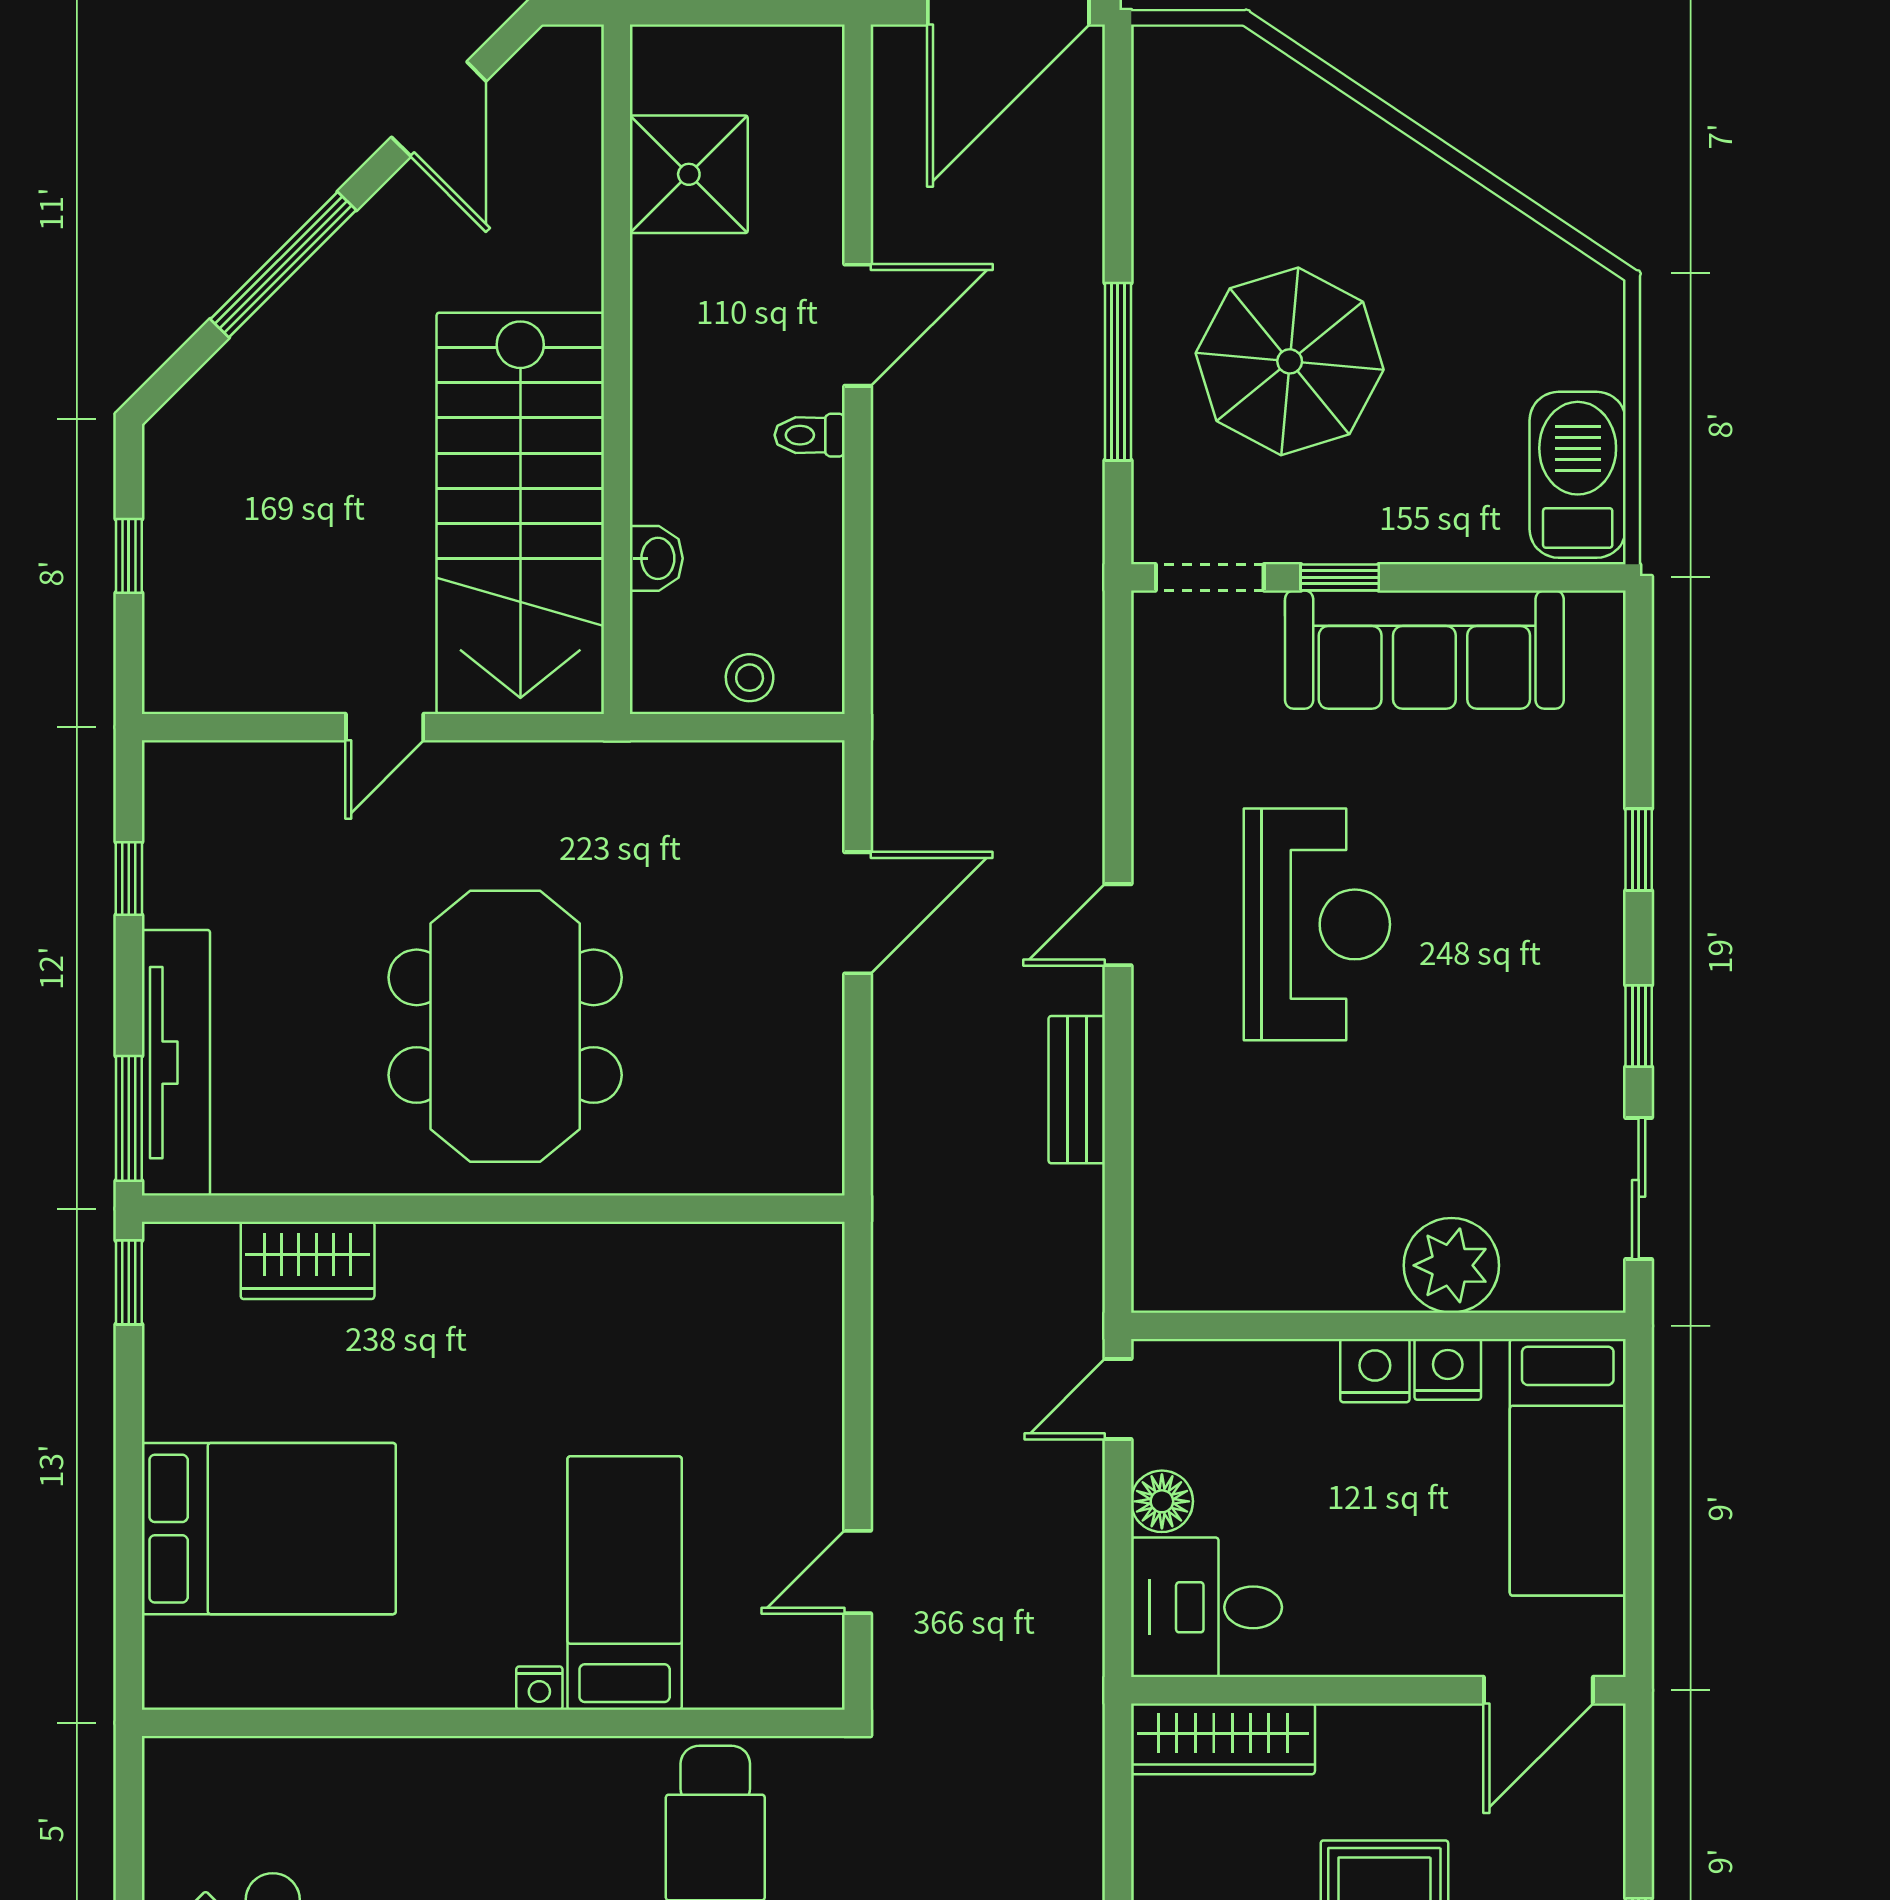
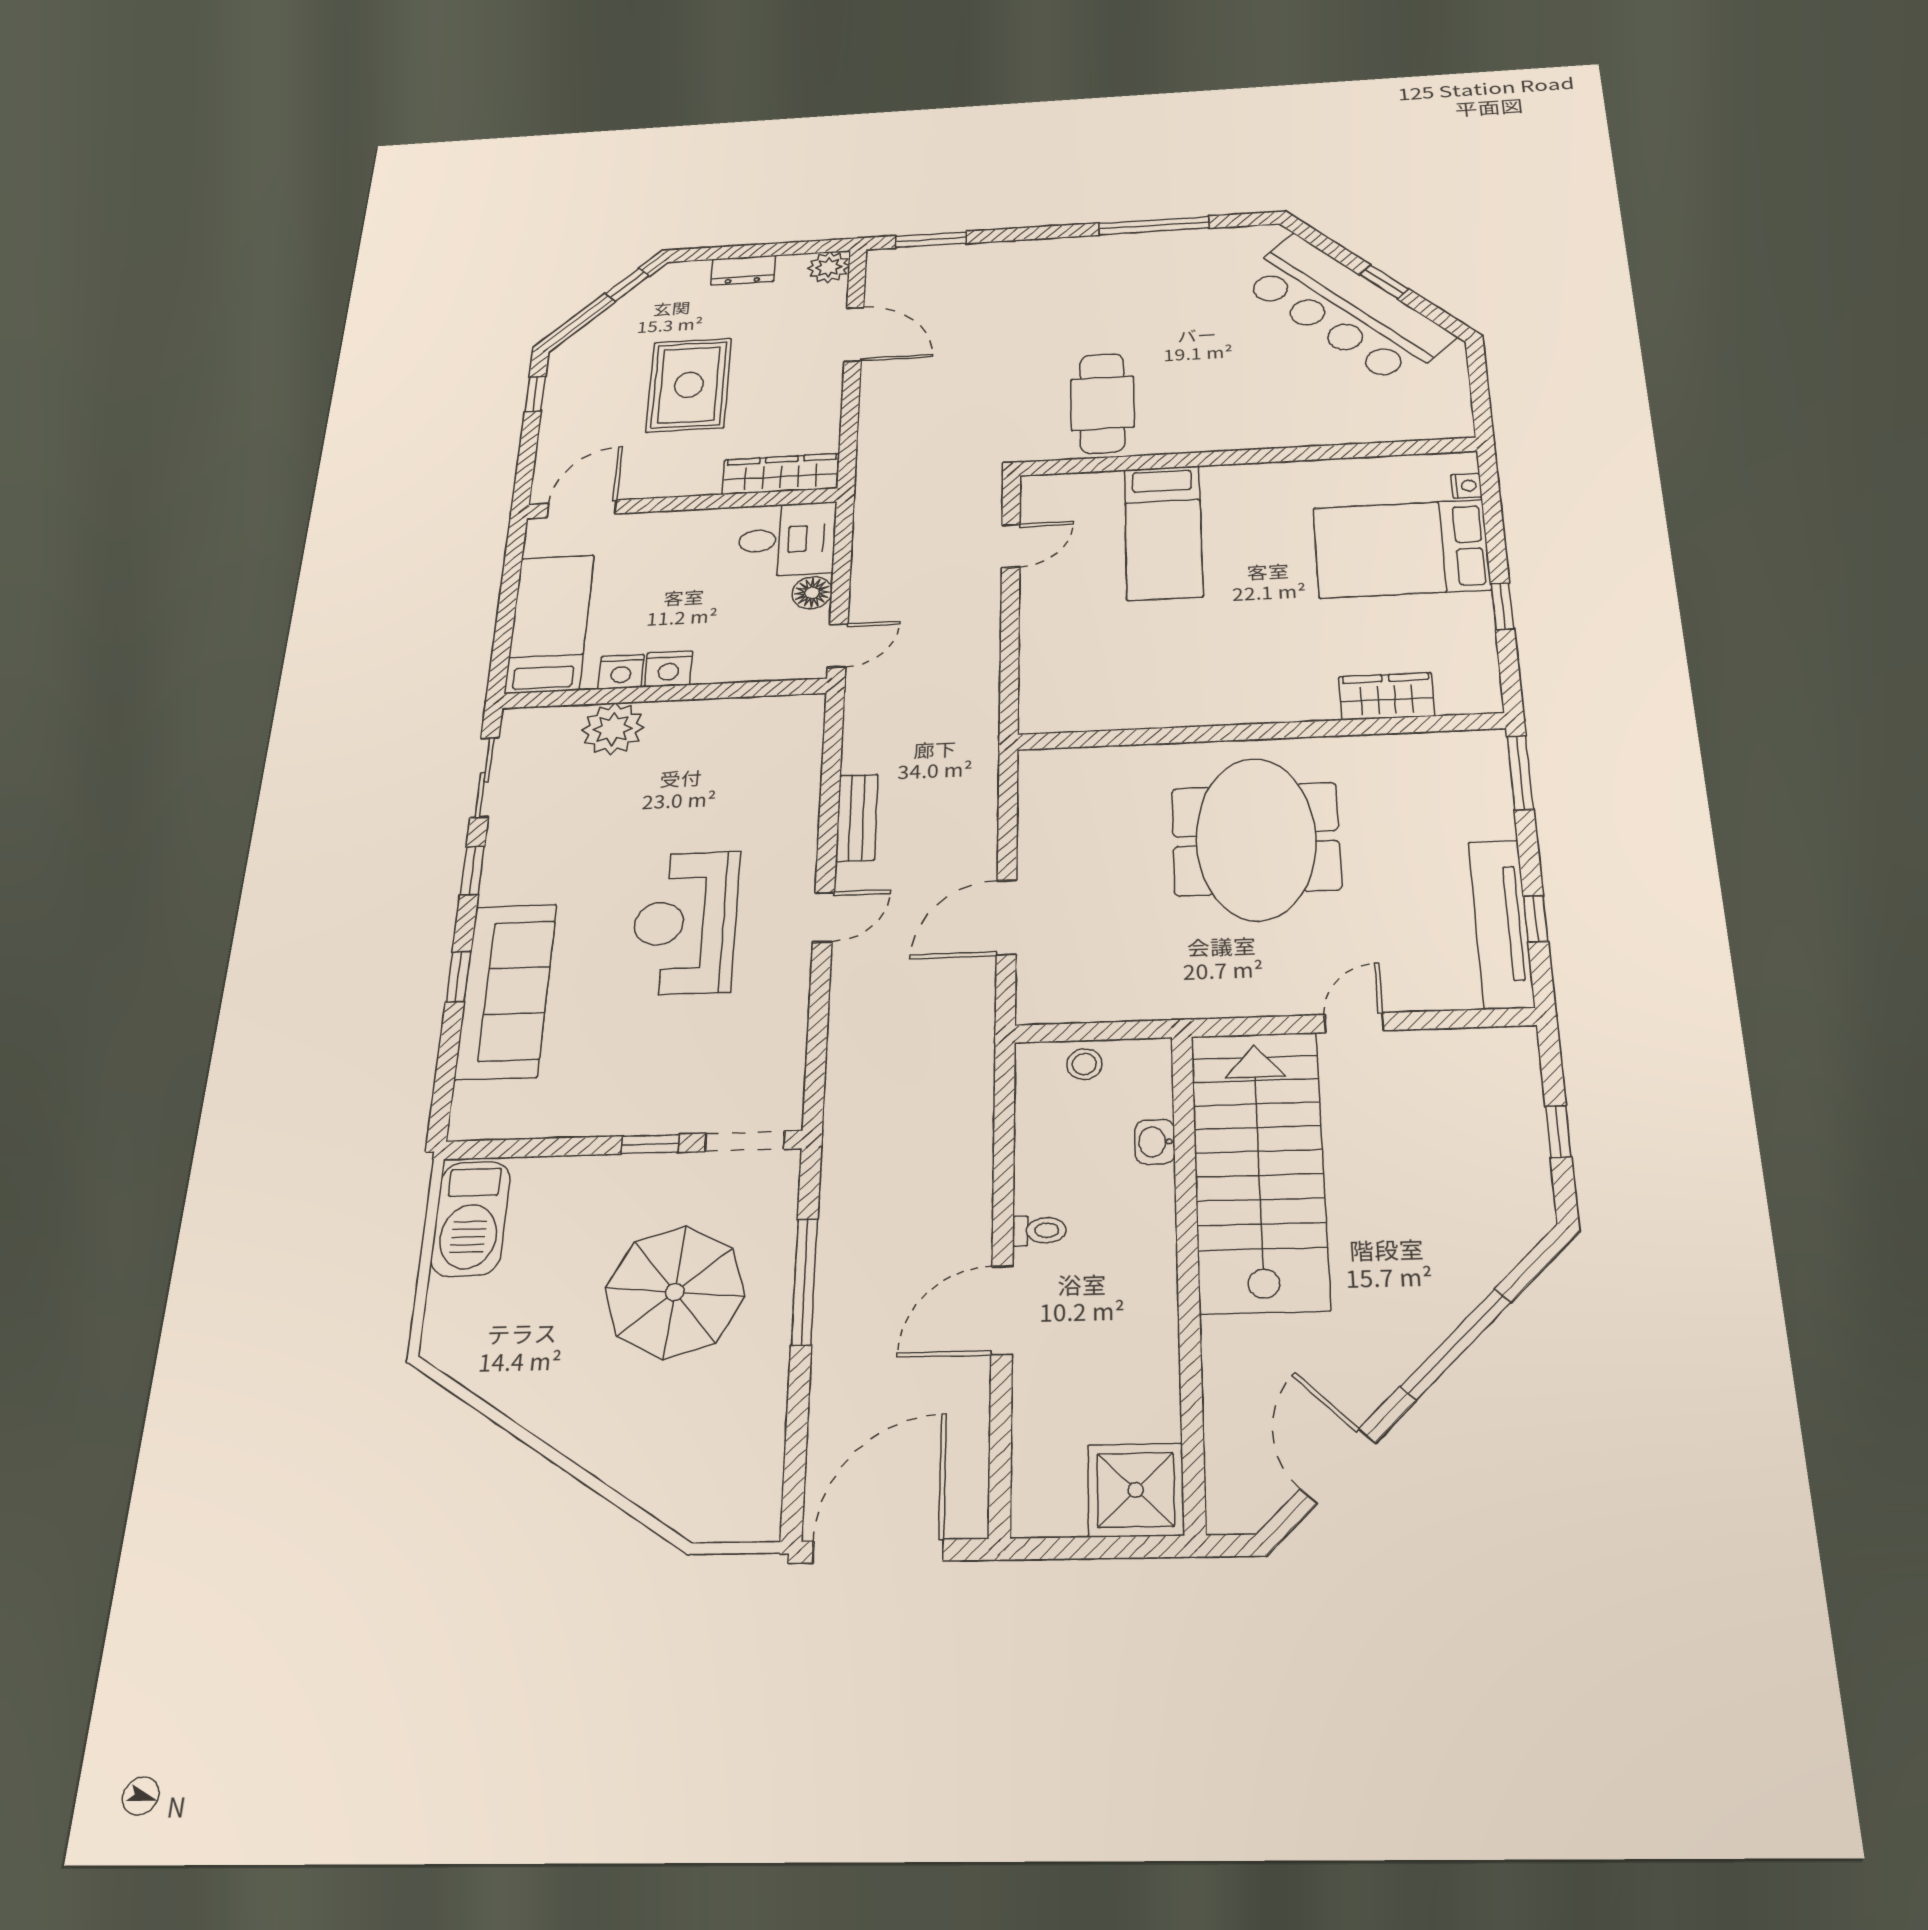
shower: (689, 174) -> (1136, 1490), moved
sofa: (1424, 650) -> (506, 991), moved, turned 90
tv unit: (176, 1063) -> (1501, 924), moved
window: (129, 1282) -> (1502, 606), moved
nightstand: (539, 1688) -> (1466, 486), moved, turned 90

